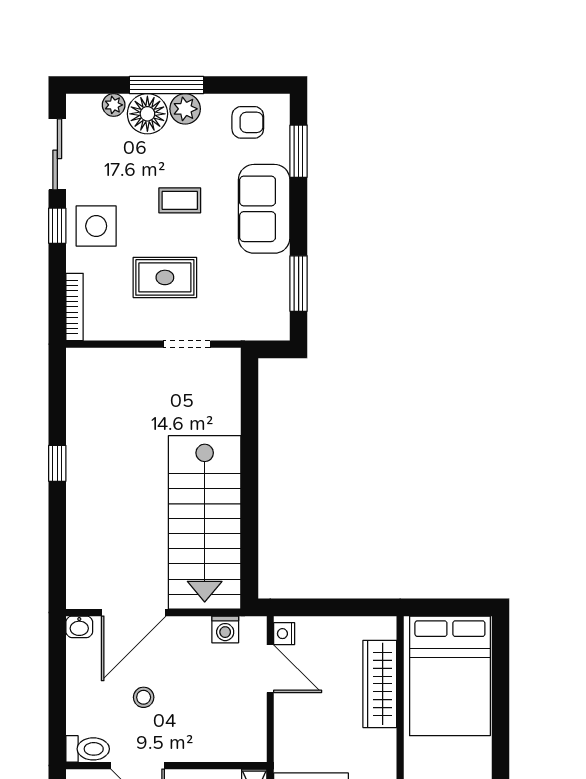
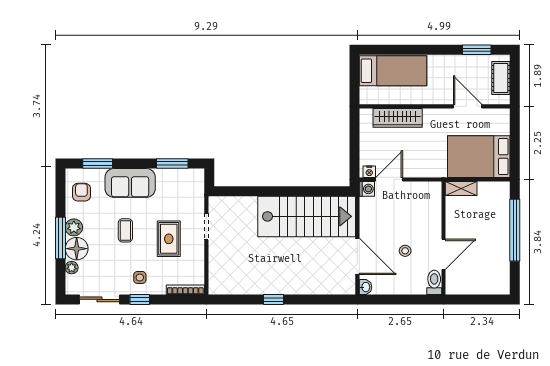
side table: (96, 226) -> (140, 277), width x0.54, depth x0.54
washing machine: (225, 629) -> (367, 189), moved
bed: (450, 676) -> (393, 71), width x0.67

